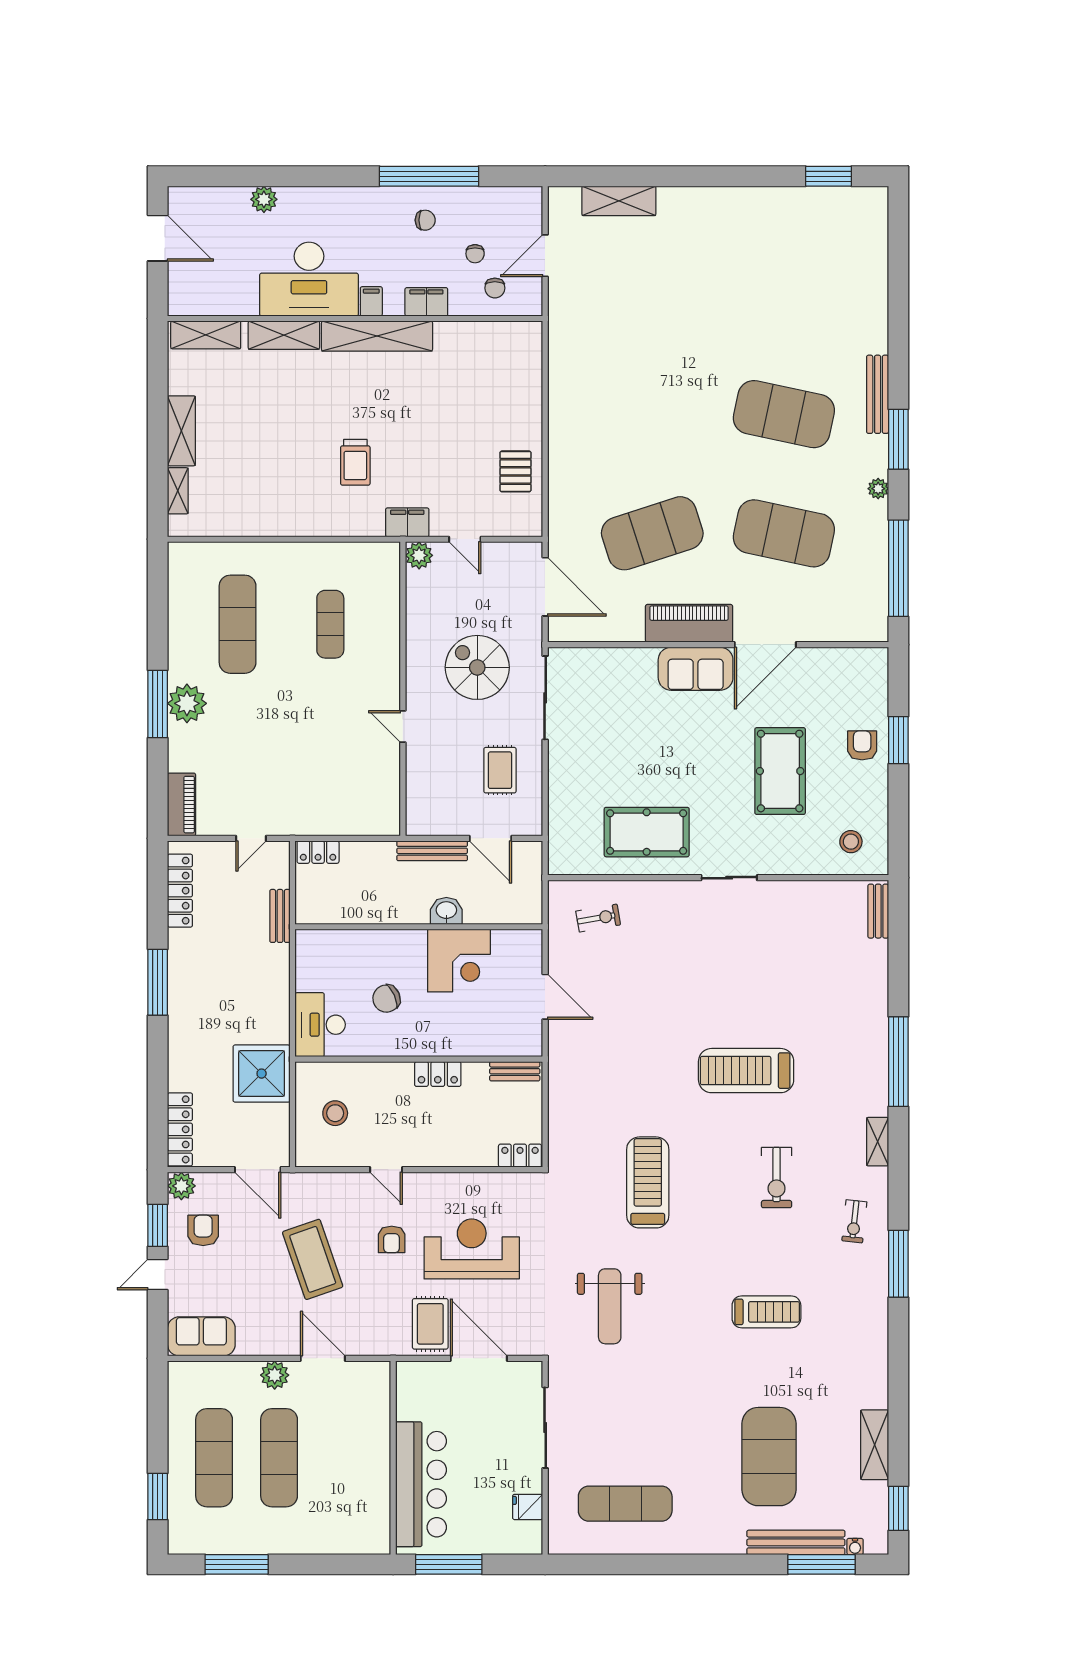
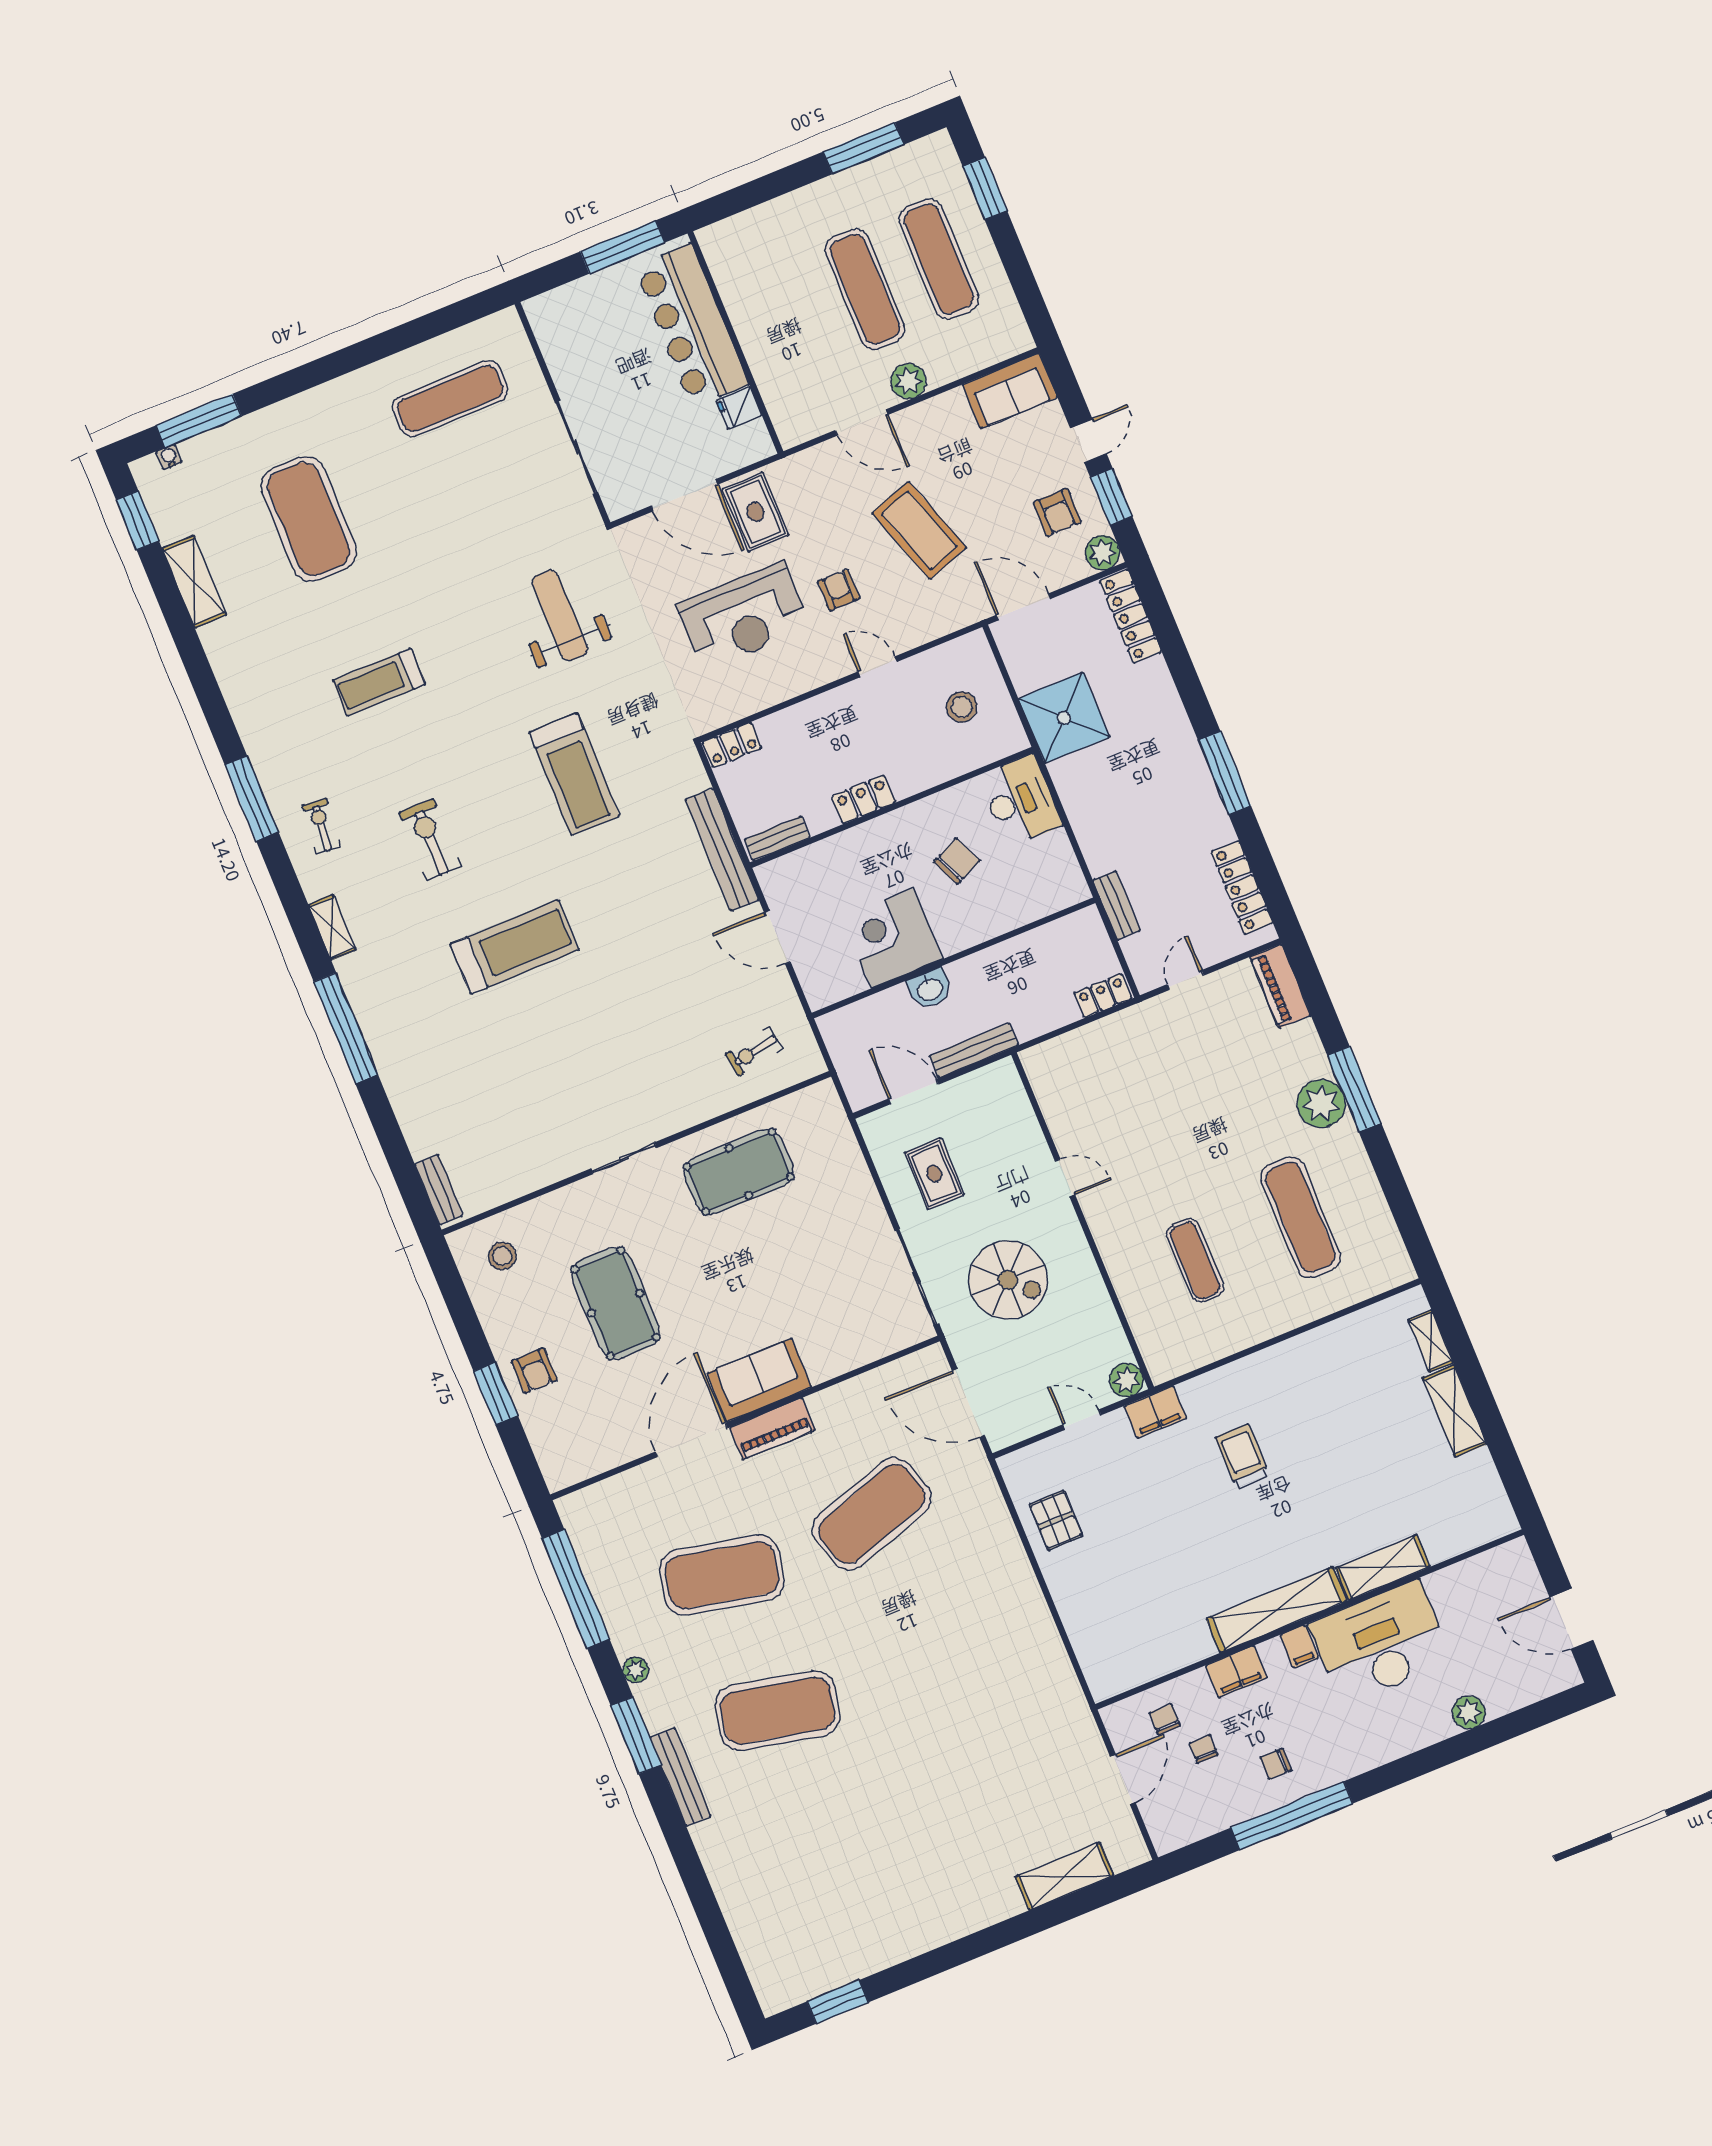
shelving: (206, 335) -> (1472, 1531), removed
piano: (689, 623) -> (773, 1429), width x0.73, depth x0.75
fridge: (528, 1507) -> (739, 408), moved, turned 180
bench: (796, 1542) -> (722, 850), moved, turned 90

